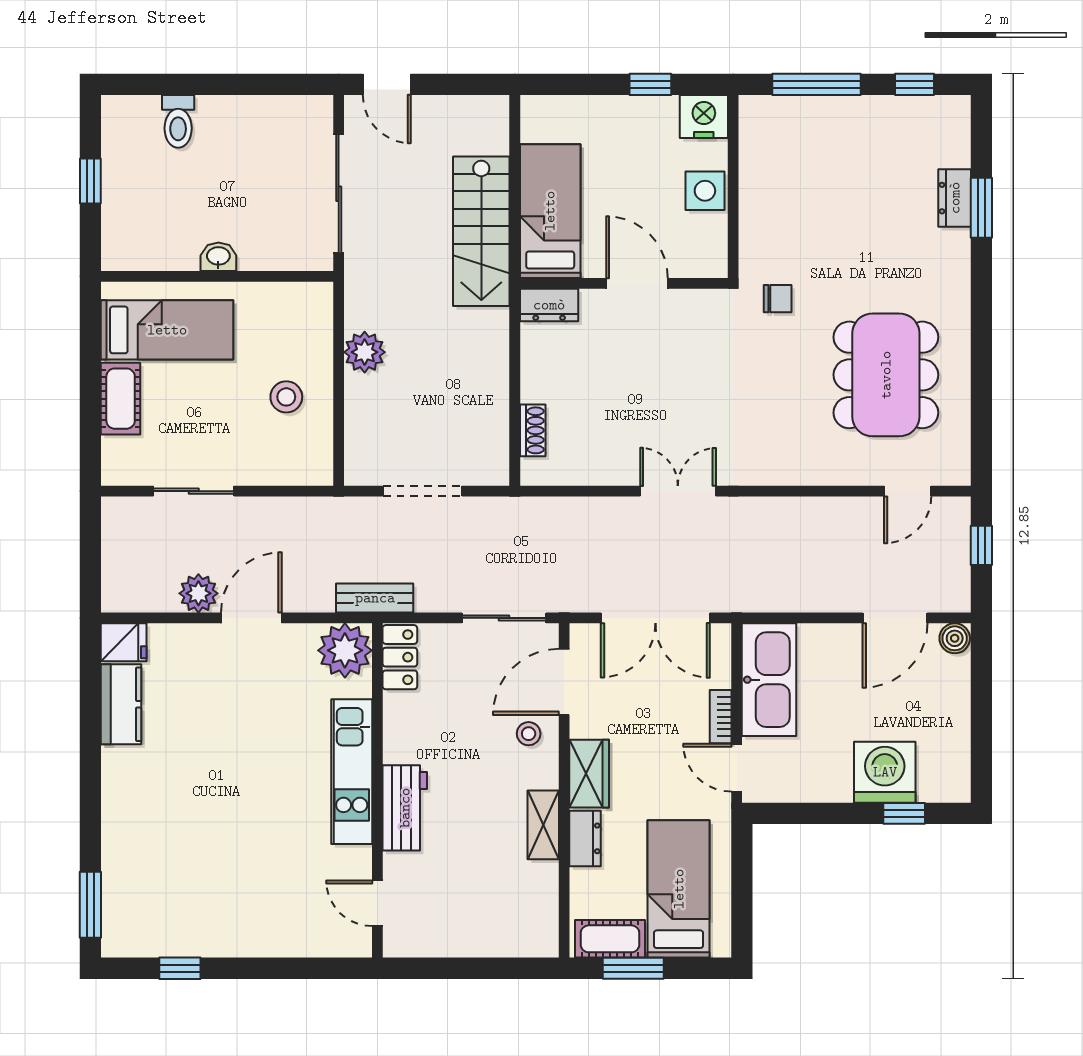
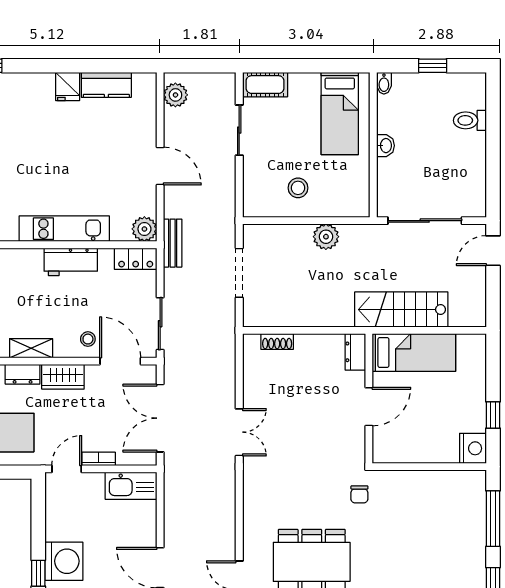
side table: (705, 191) -> (427, 449), removed
bidet: (118, 259) -> (384, 83), added
cot: (121, 399) -> (265, 85), moved
plant: (198, 593) -> (175, 95), moved
fridge: (124, 642) -> (68, 86), moved
plant: (345, 650) -> (144, 229), width x0.73, depth x0.73
kitchen sink: (769, 680) -> (131, 486), width x0.73, depth x0.81
workbench: (405, 808) -> (71, 262), moved

